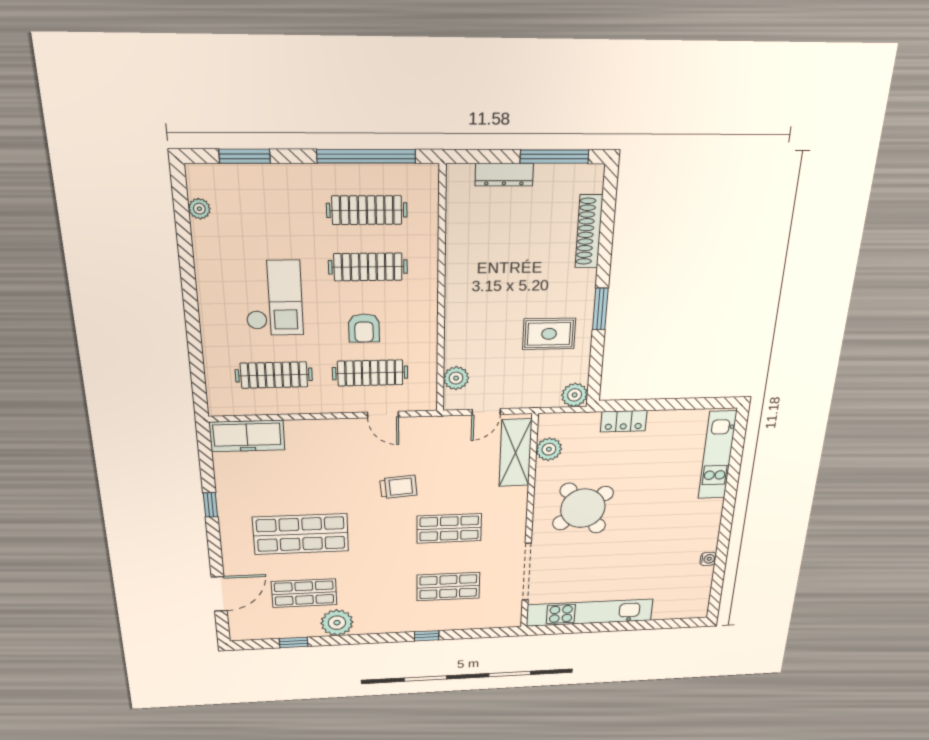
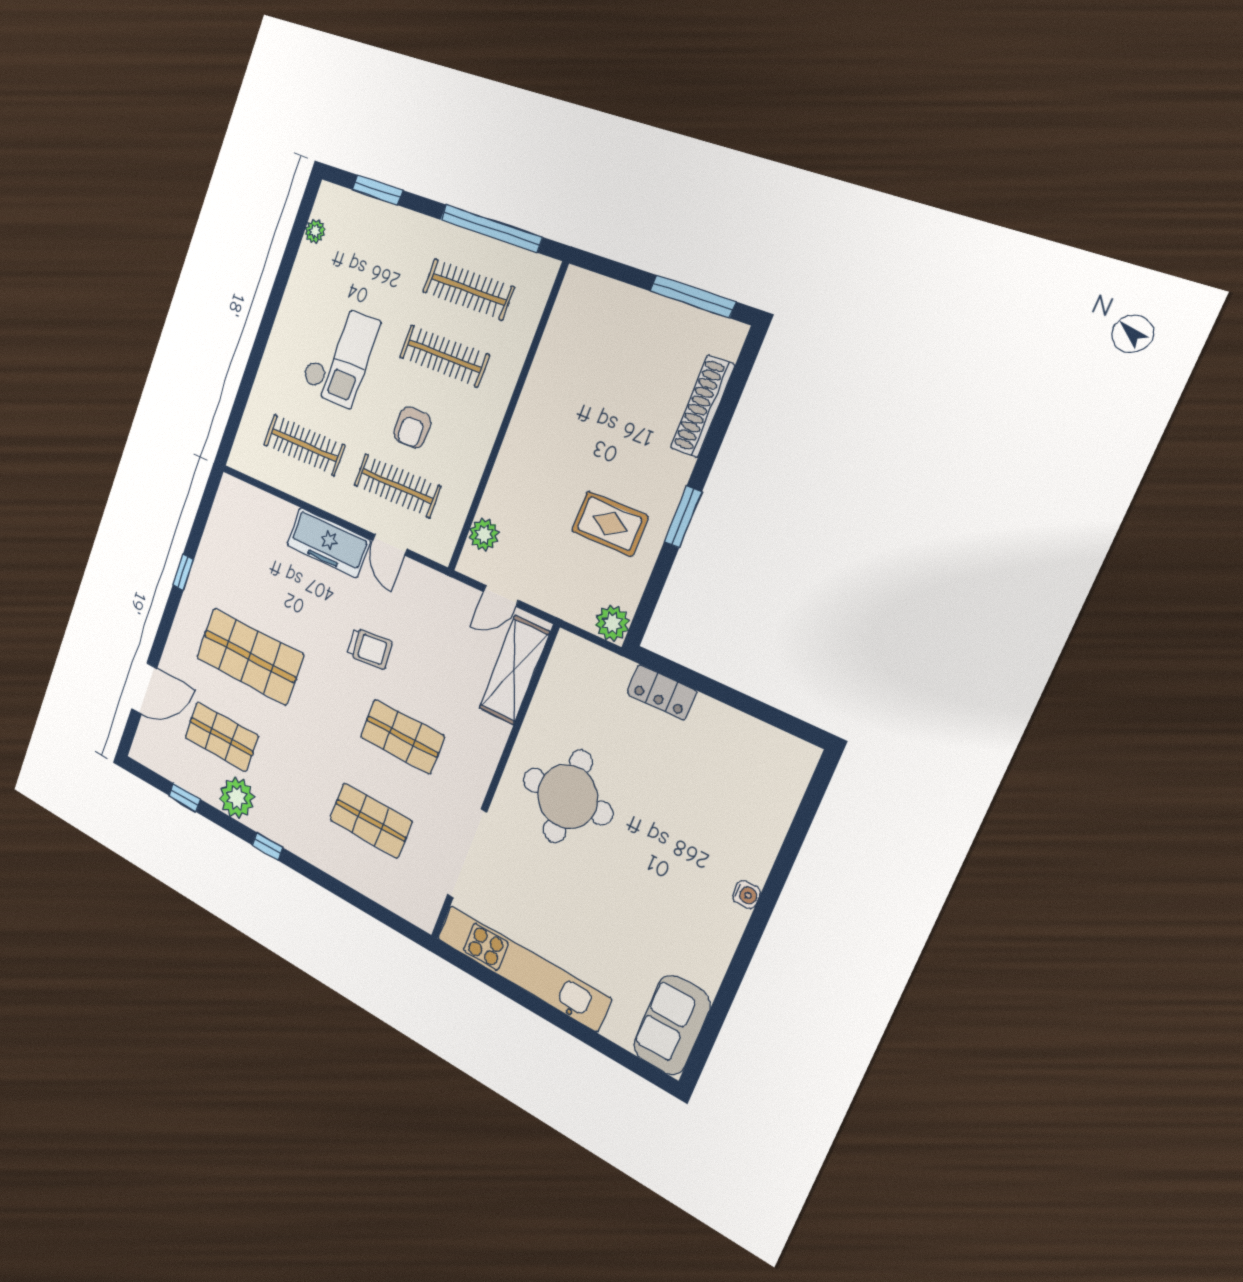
dresser: (504, 175) -> (628, 299), removed
freezer: (247, 436) -> (328, 543), moved
plant: (549, 449) -> (555, 686), removed
kitchen unit: (717, 455) -> (773, 811), removed
round table: (583, 508) -> (568, 796), turned 36
water cooler: (708, 559) -> (746, 894), moved
sofa: (694, 593) -> (672, 1025), added
window: (427, 636) -> (267, 846), moved

